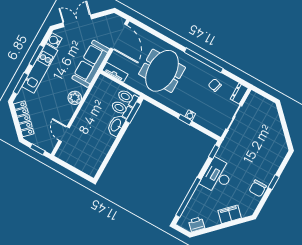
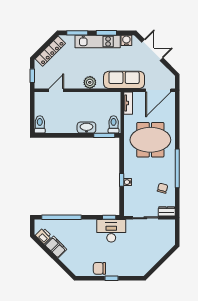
toilet: (121, 109) -> (40, 124), moved
desk: (217, 176) -> (111, 231), moved
filing cabinet: (230, 214) -> (56, 247), moved

